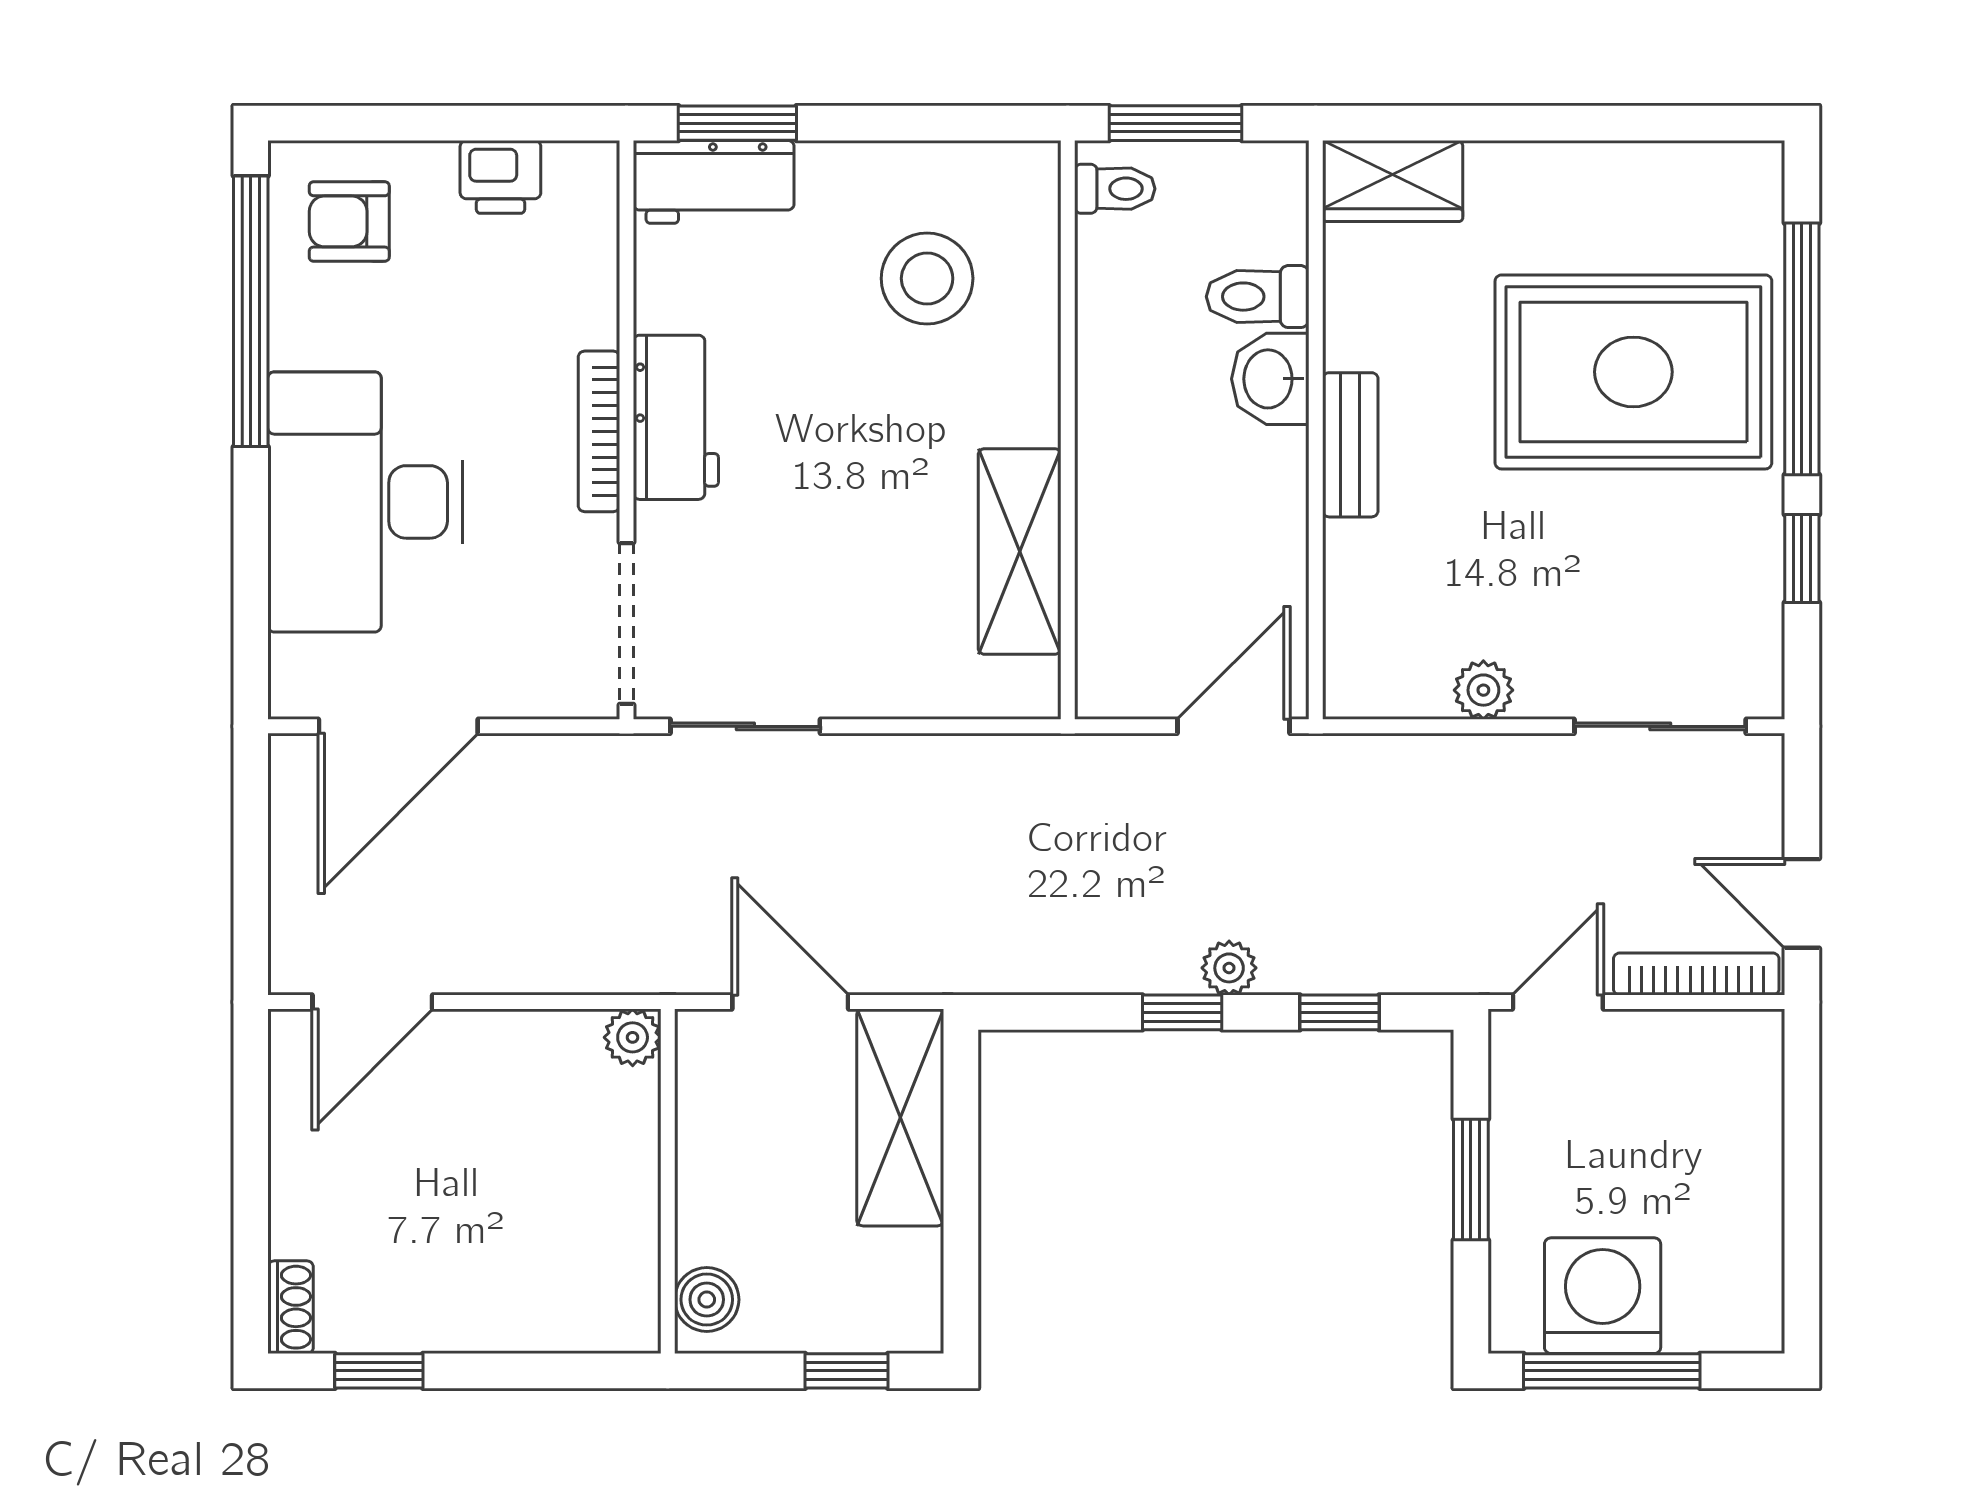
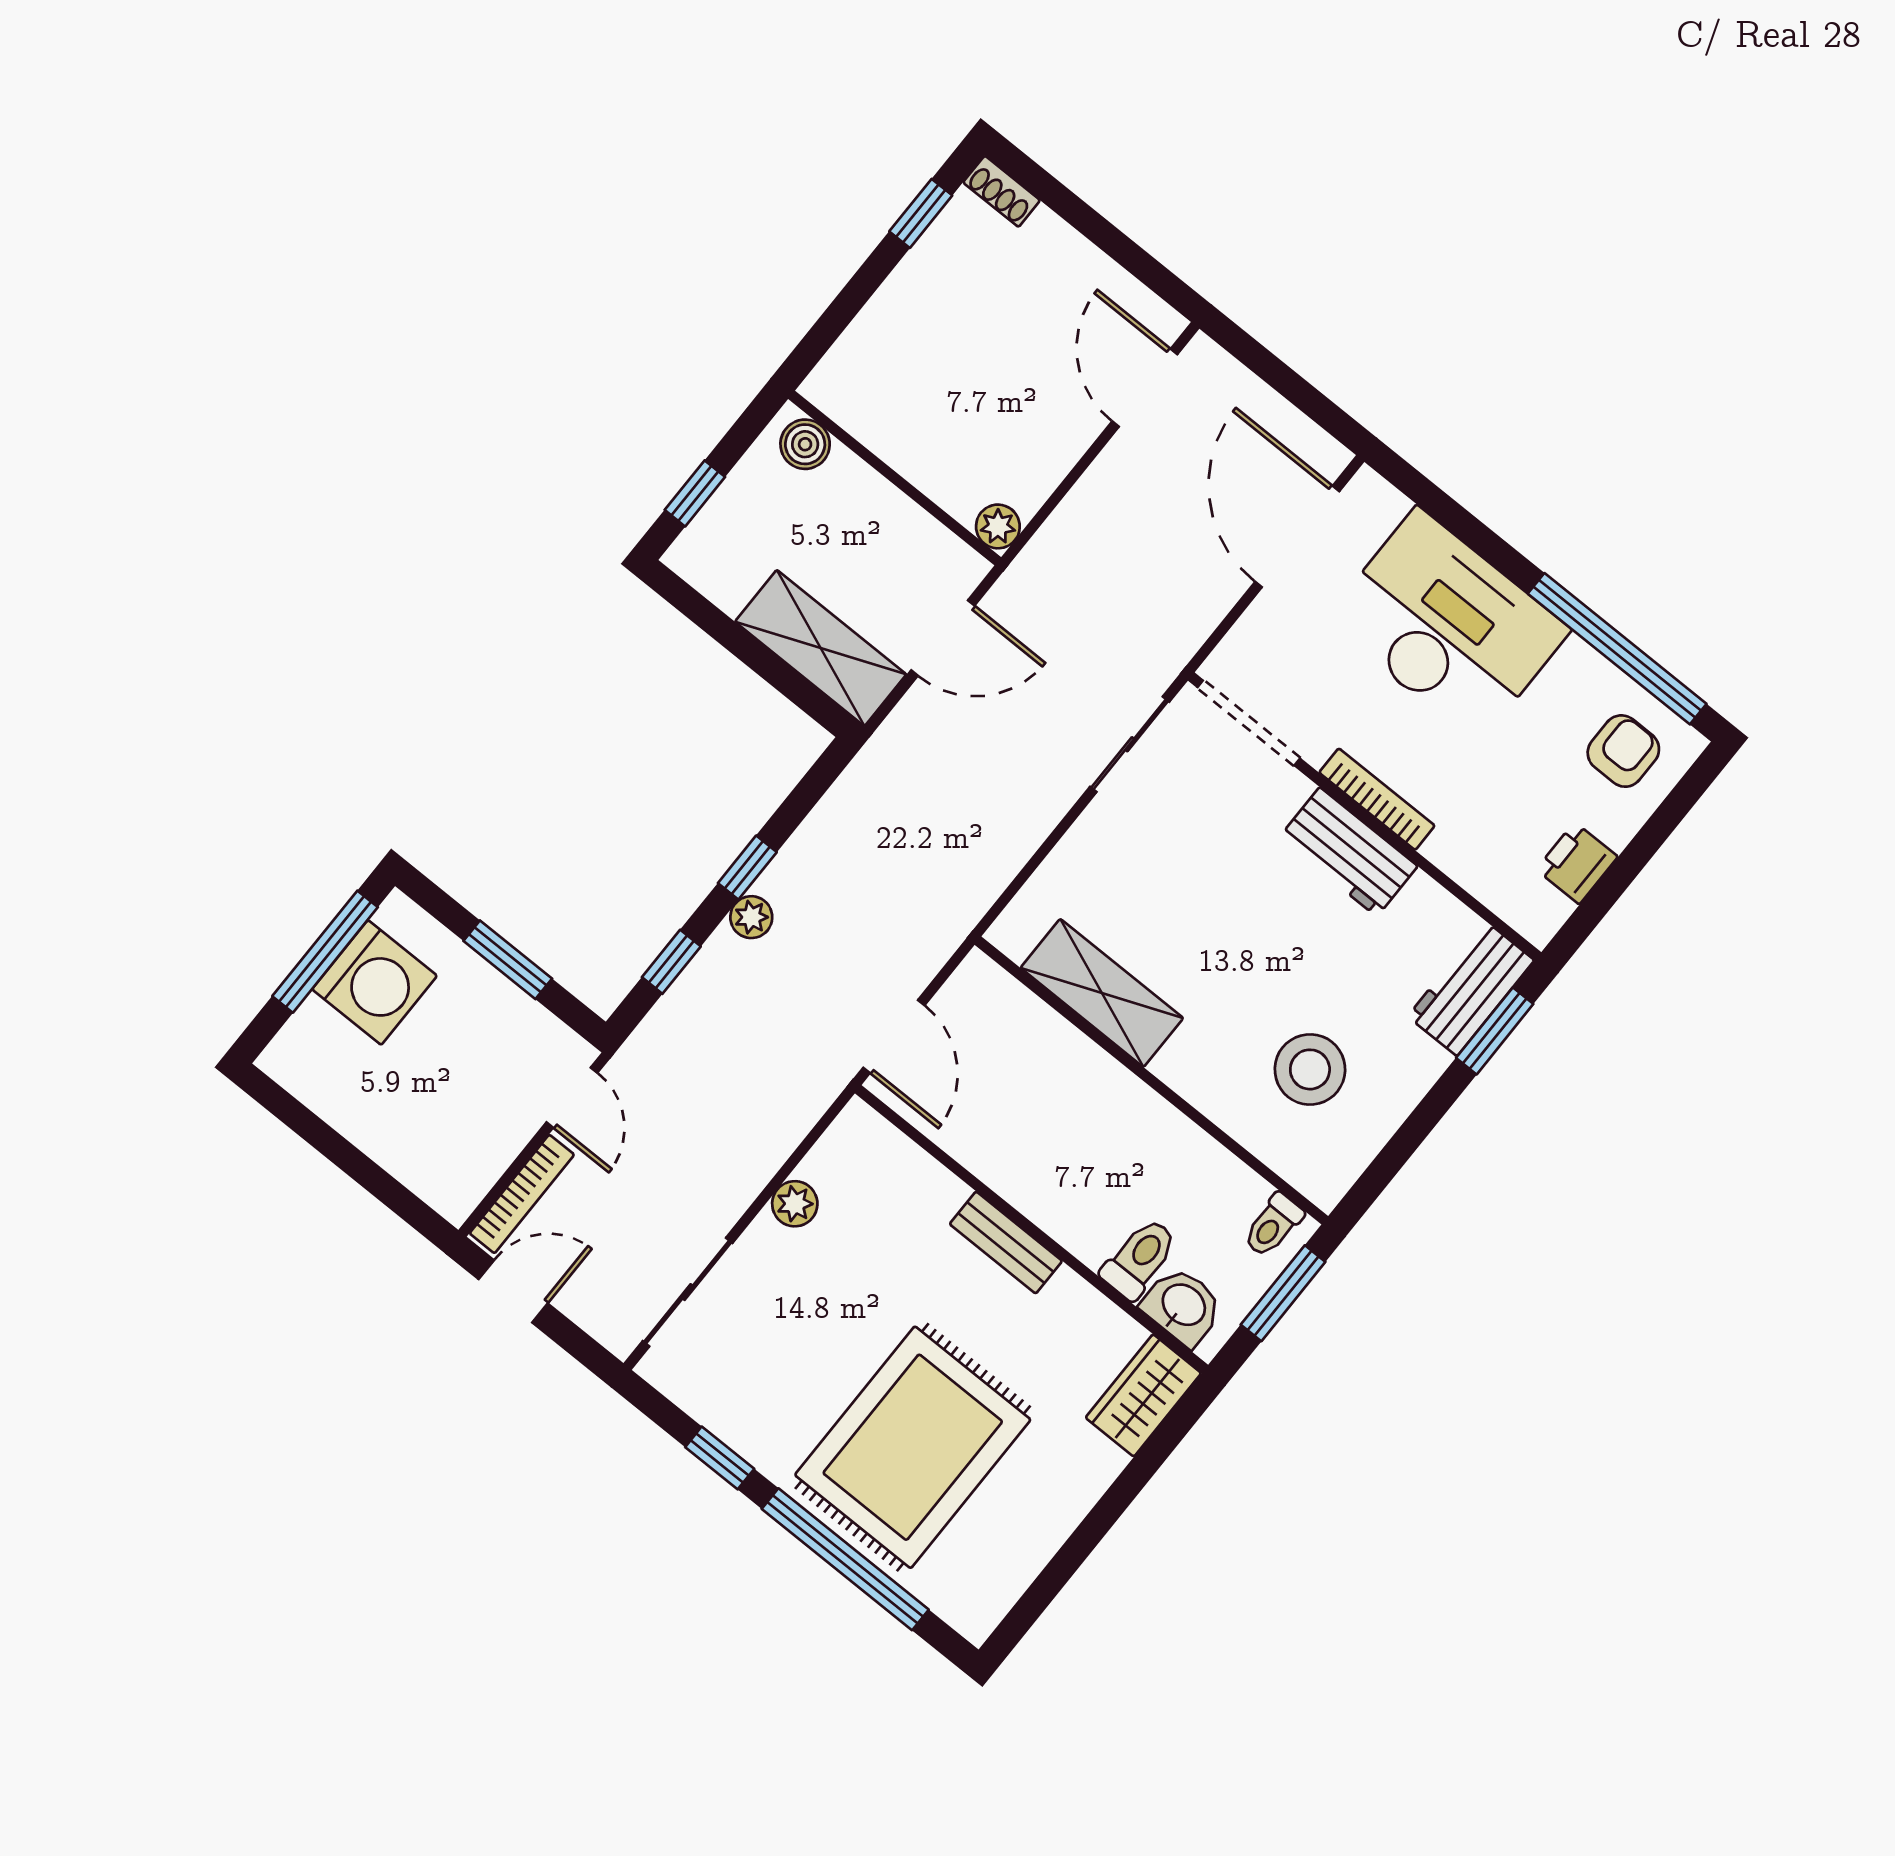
washbasin: (1270, 379) -> (1183, 1306), moved

